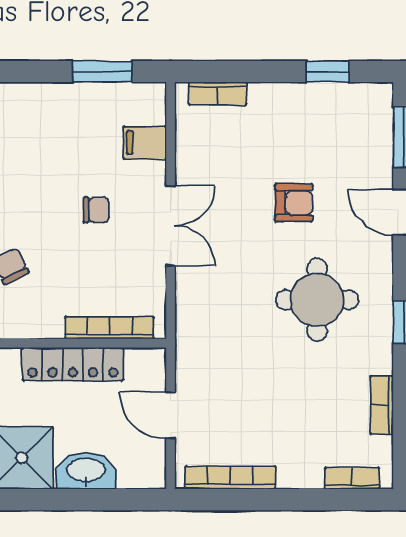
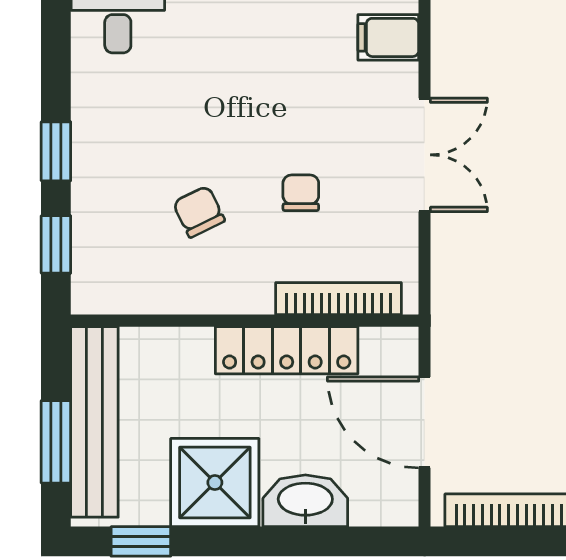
chair: (96, 210) -> (301, 193), moved, turned -90
door: (170, 415) -> (425, 422), width x1.38

